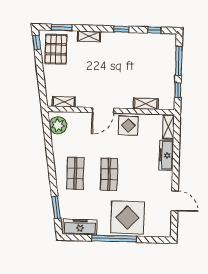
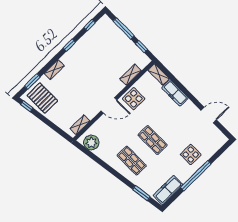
door: (103, 110) -> (109, 105), hinge flipped
display table: (128, 218) -> (191, 155), width x0.54, depth x0.54

